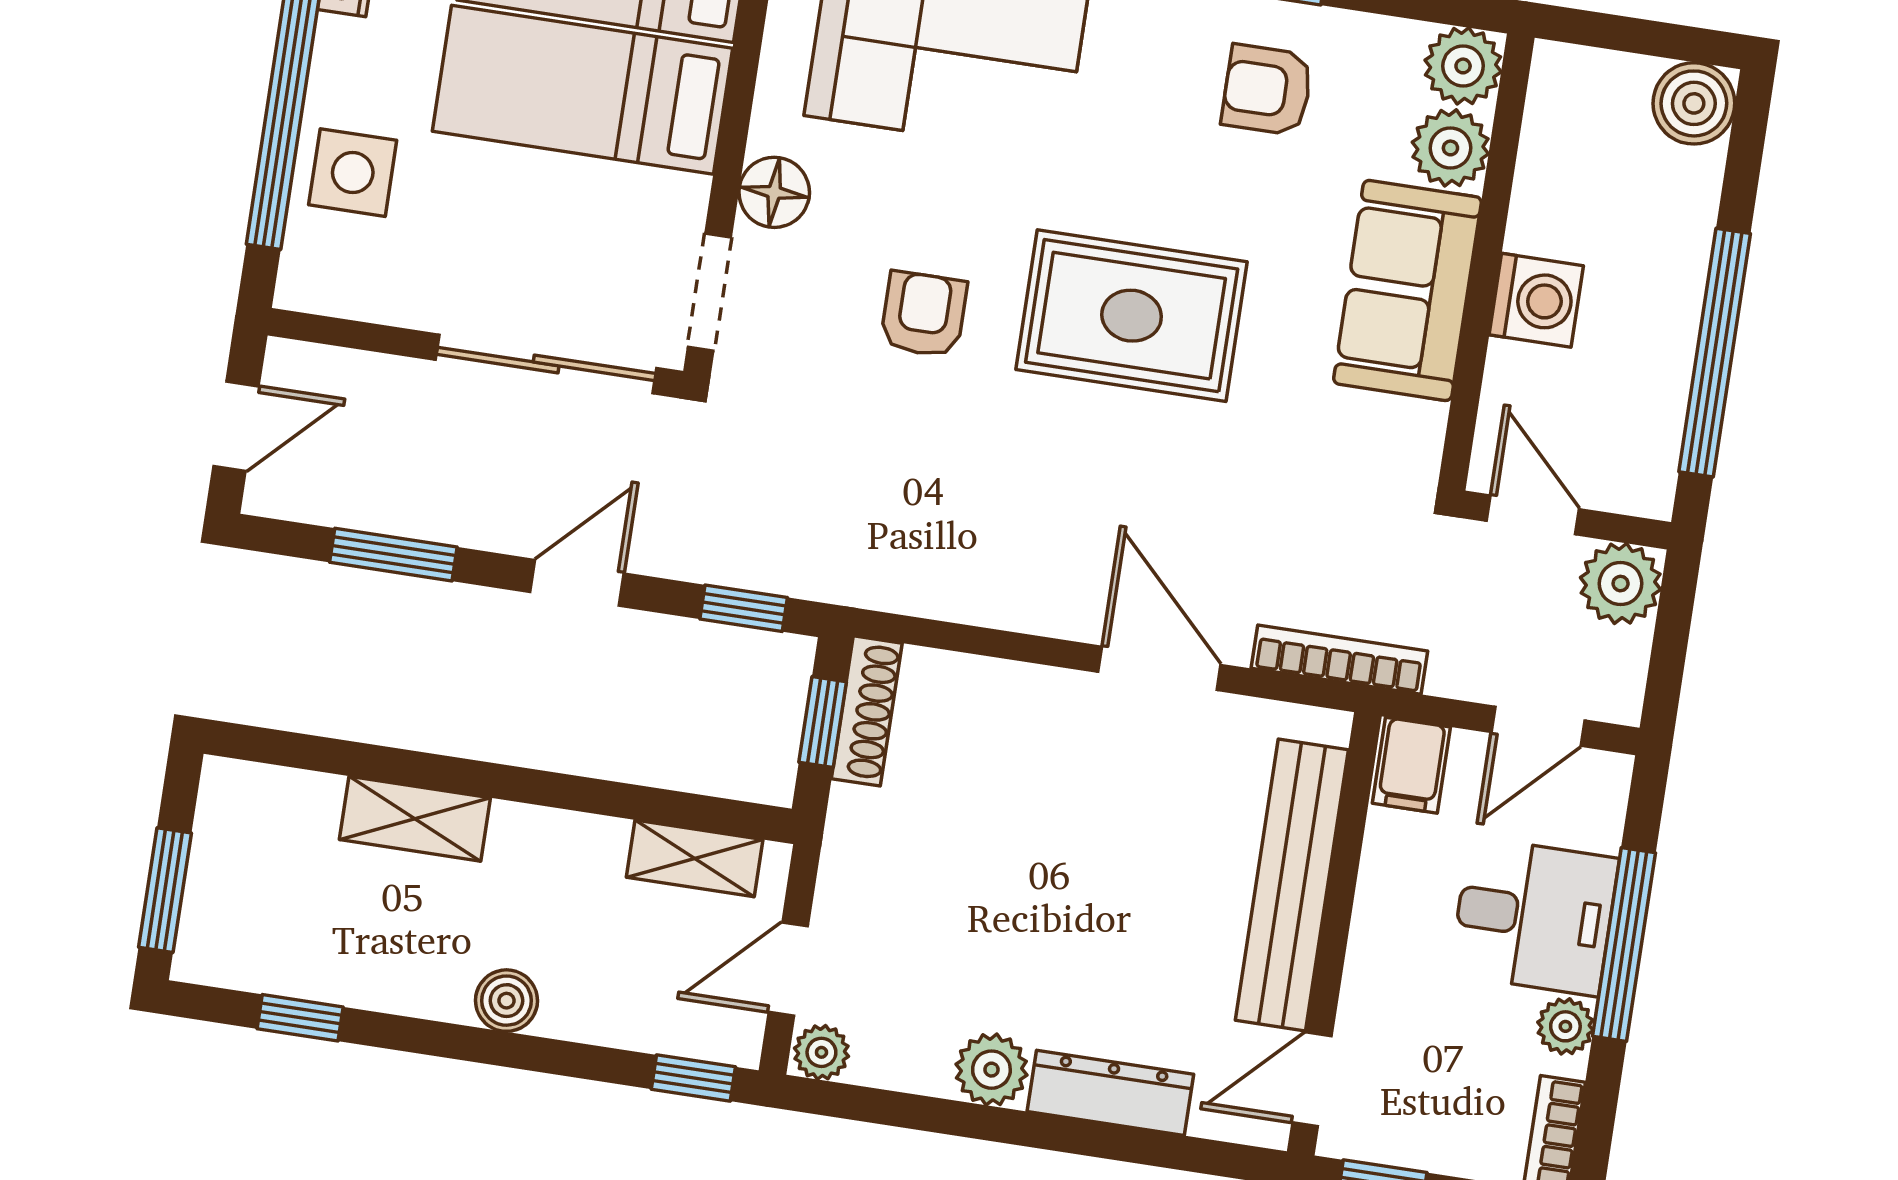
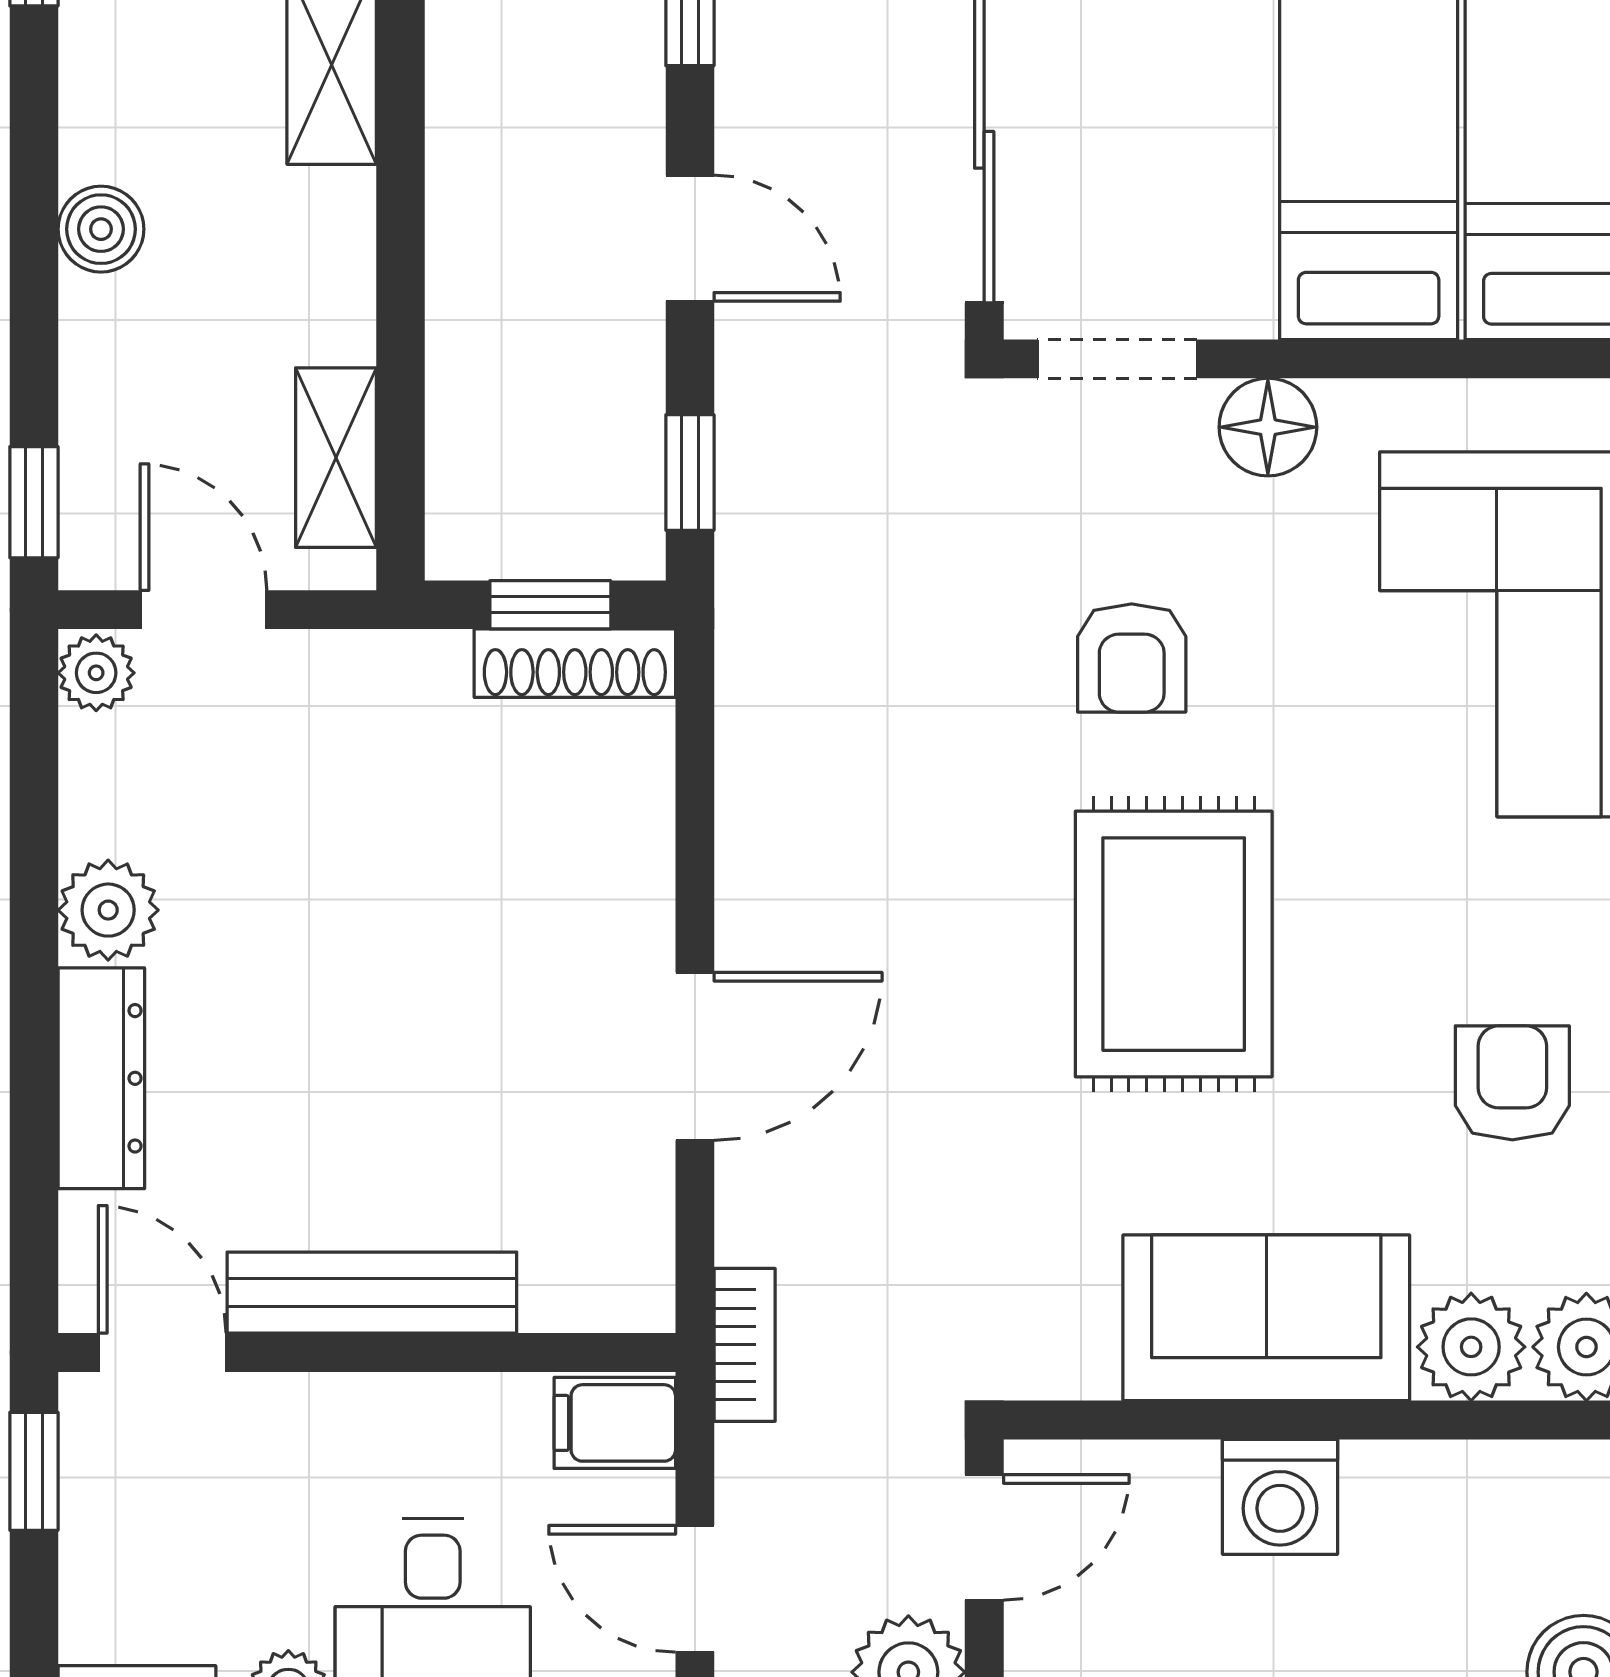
armchair: (924, 314) -> (1132, 658), turned 90
bookcase: (1339, 660) -> (745, 1345), width x0.64
bench: (1292, 885) -> (372, 1293), width x0.73, depth x0.82

